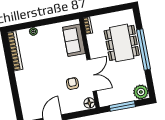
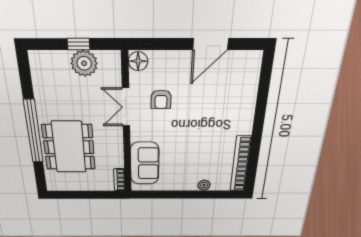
double door: (92, 75) -> (126, 107), width x0.73
plant: (141, 92) -> (84, 63), moved
window: (122, 106) -> (79, 44), width x0.46

